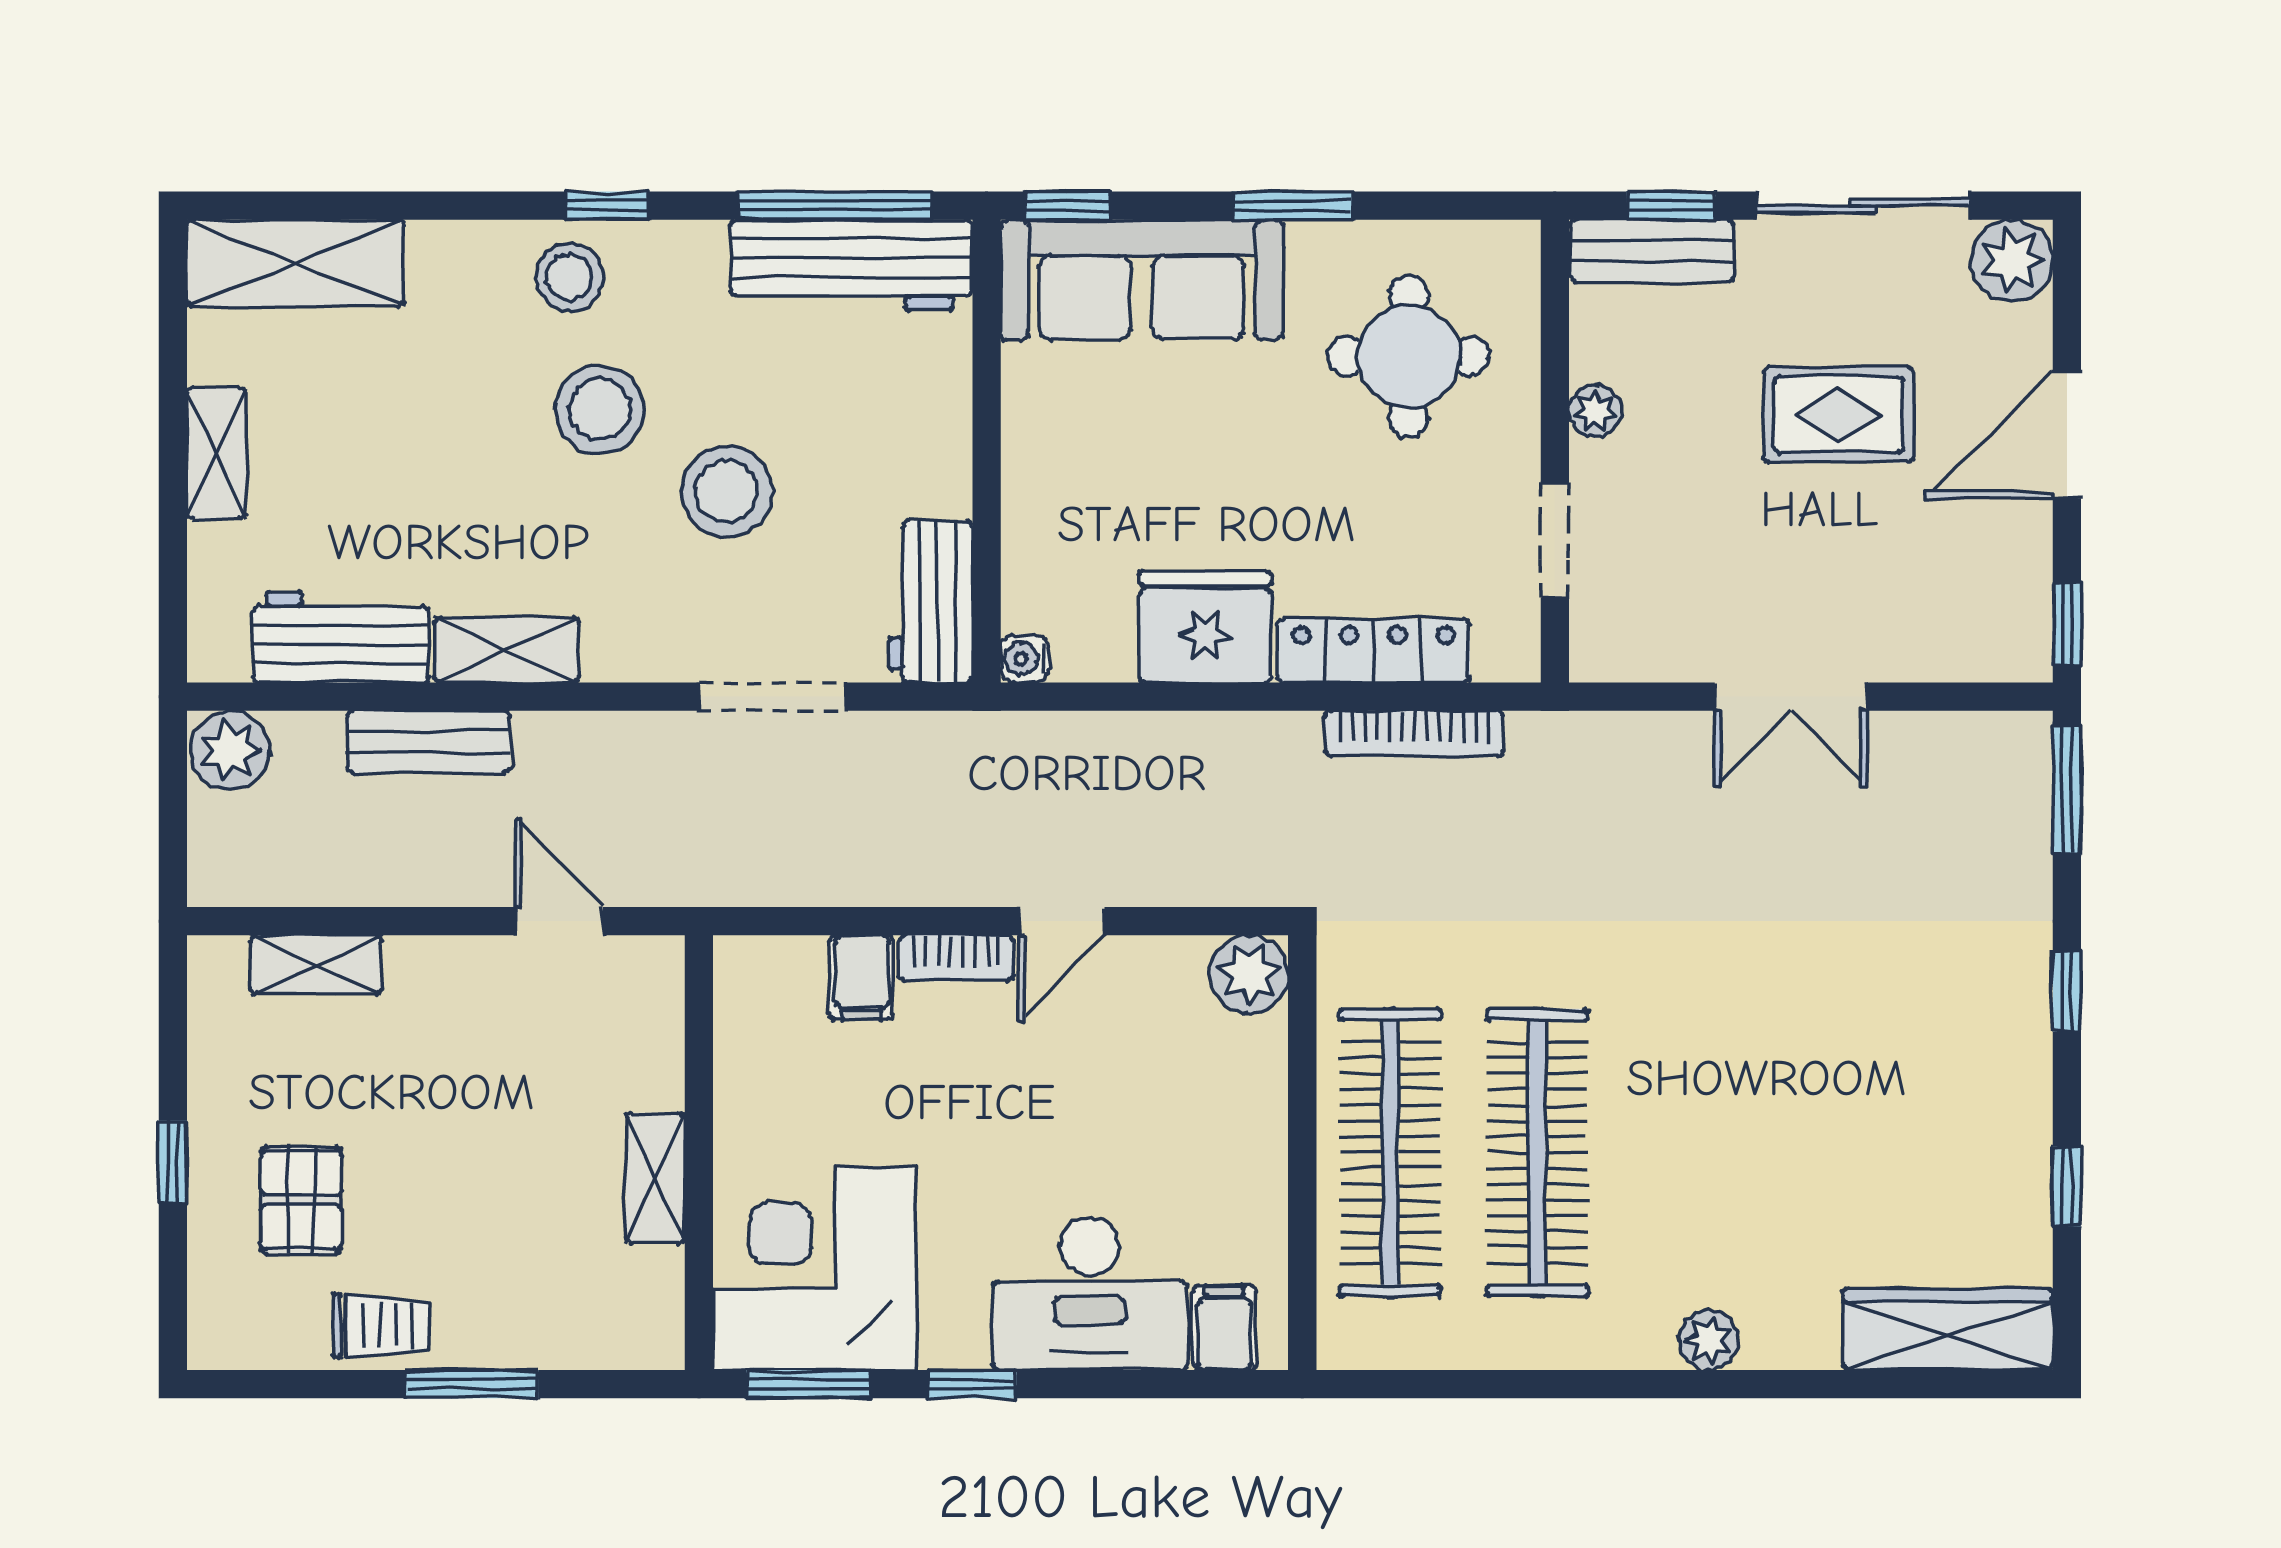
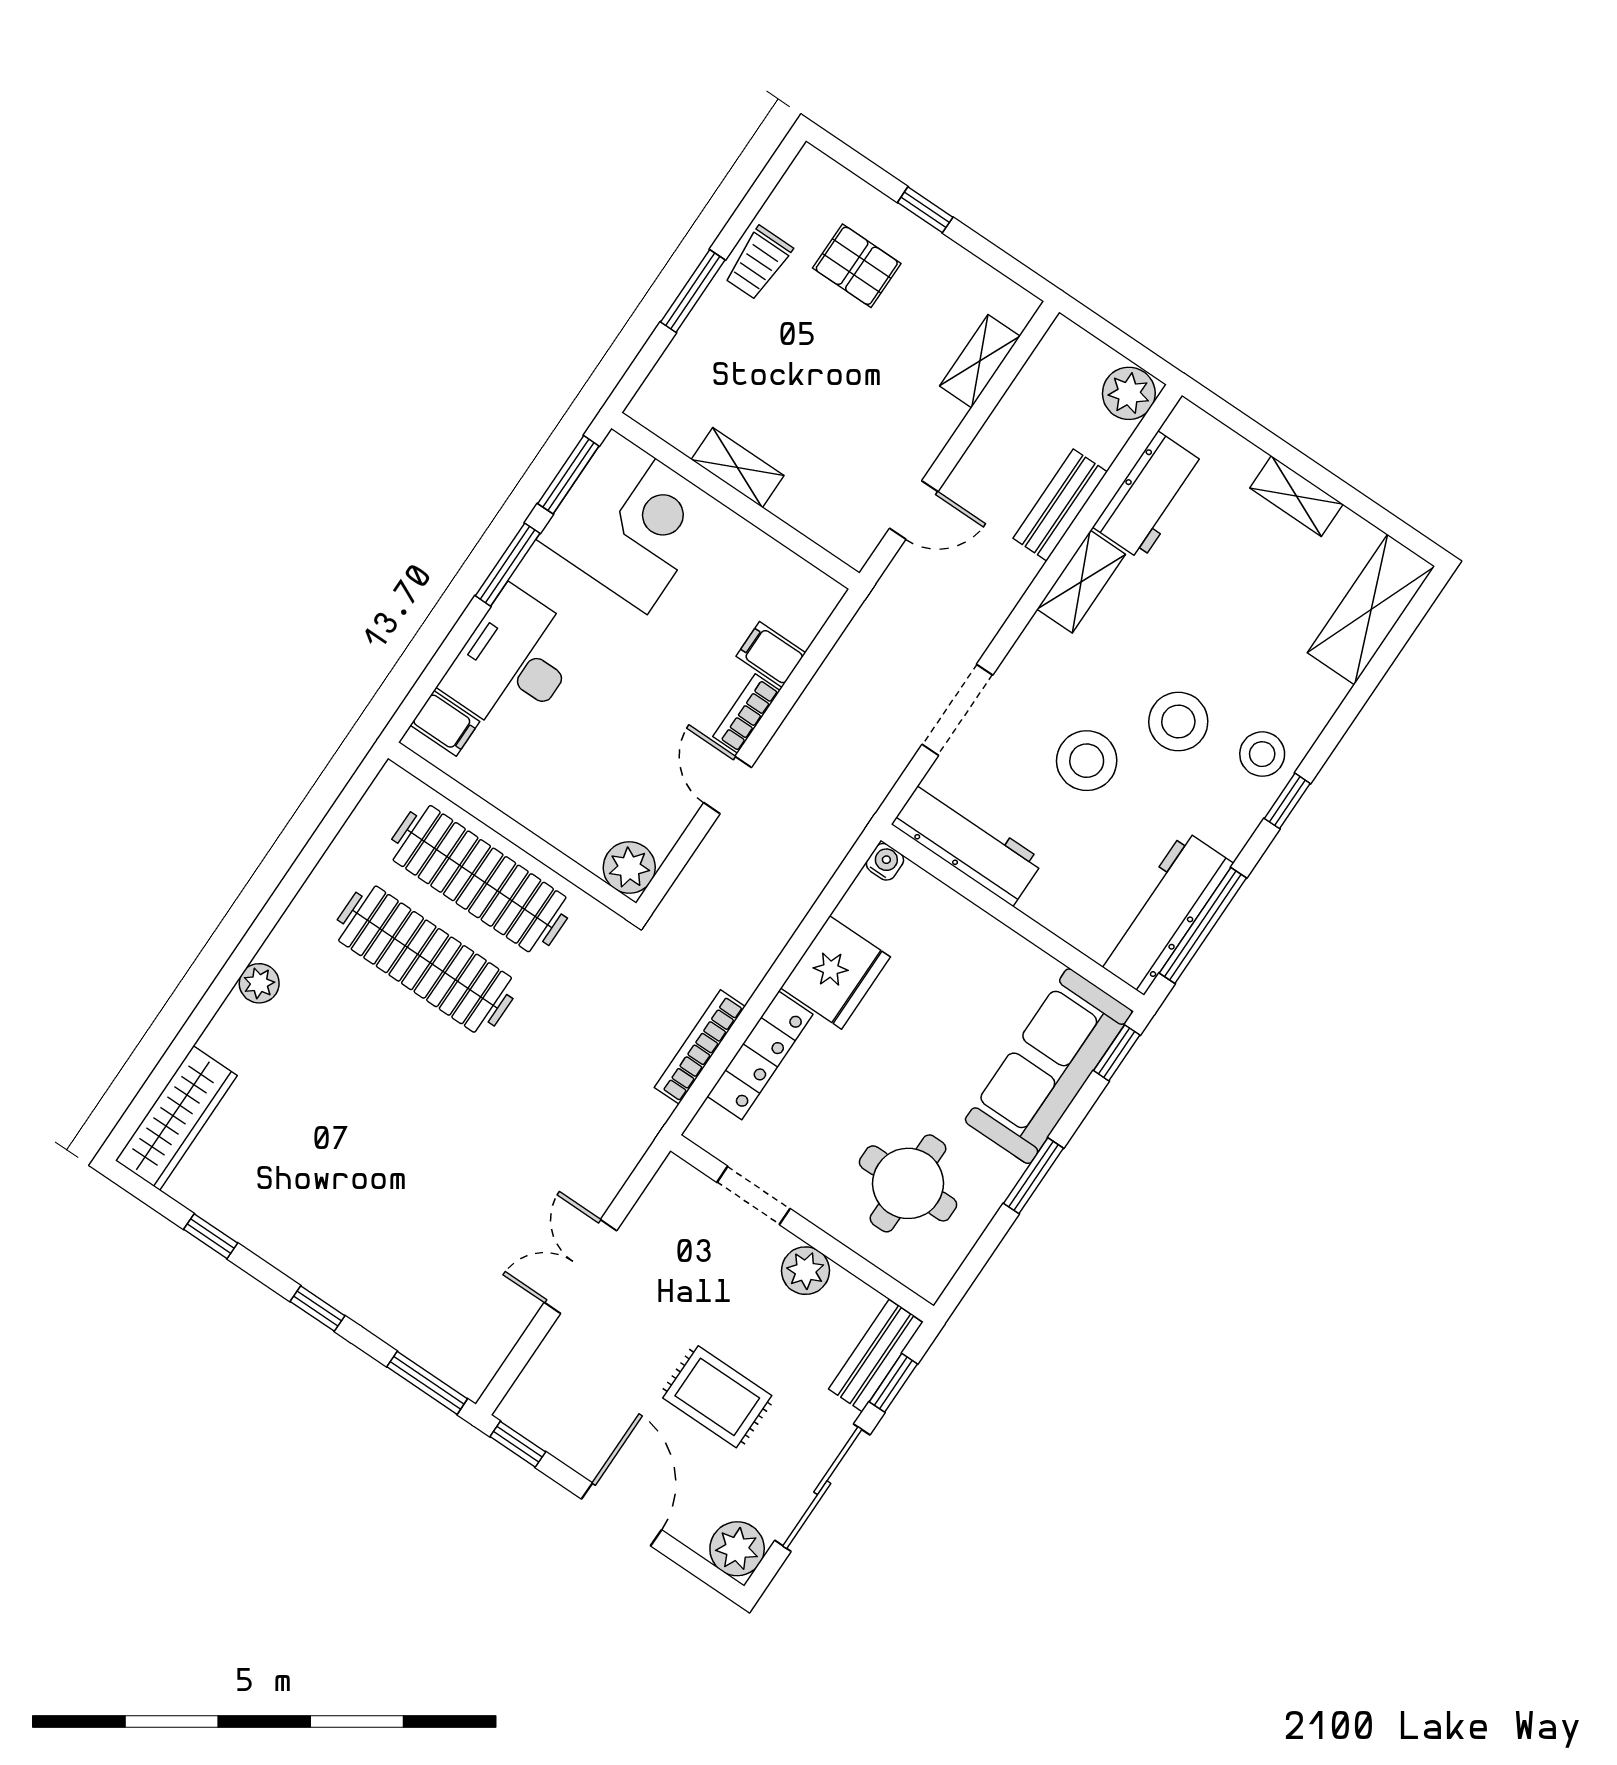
plant: (1595, 411) -> (805, 1271), width x1.38, depth x1.38
rug: (1838, 415) -> (717, 1397), turned 90
workbench: (931, 602) -> (967, 843), width x1.38
window: (972, 1384) -> (508, 565), width x1.50

